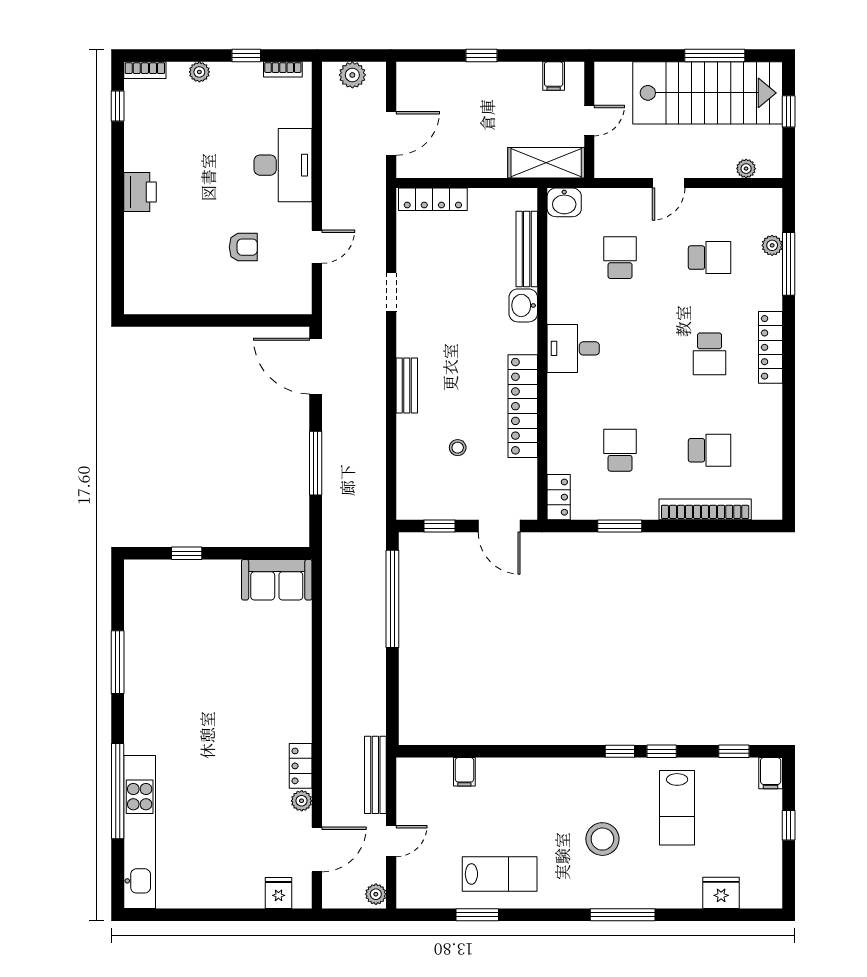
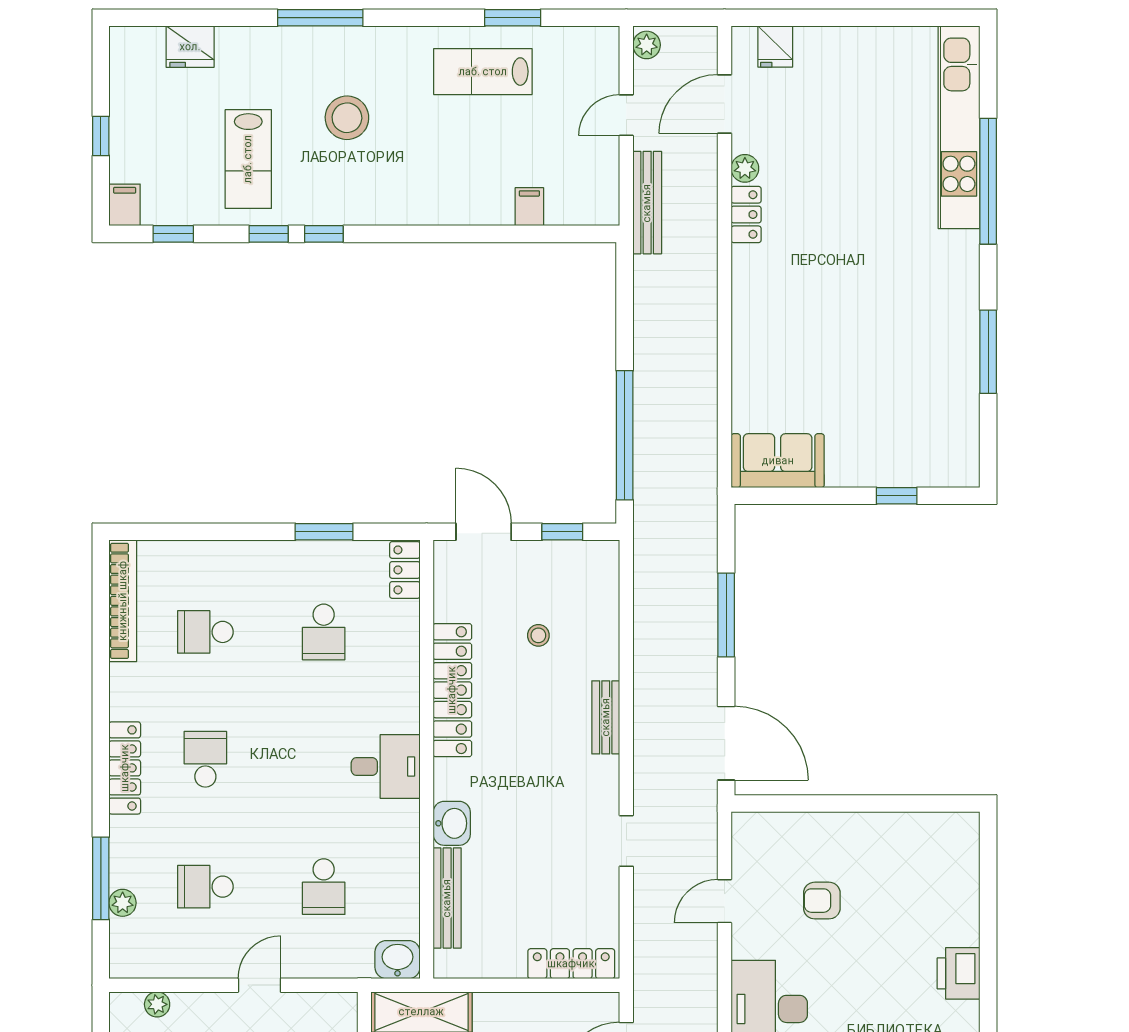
bookcase: (705, 509) -> (123, 601), moved, turned -90
lab bench: (677, 808) -> (248, 159), turned 180

